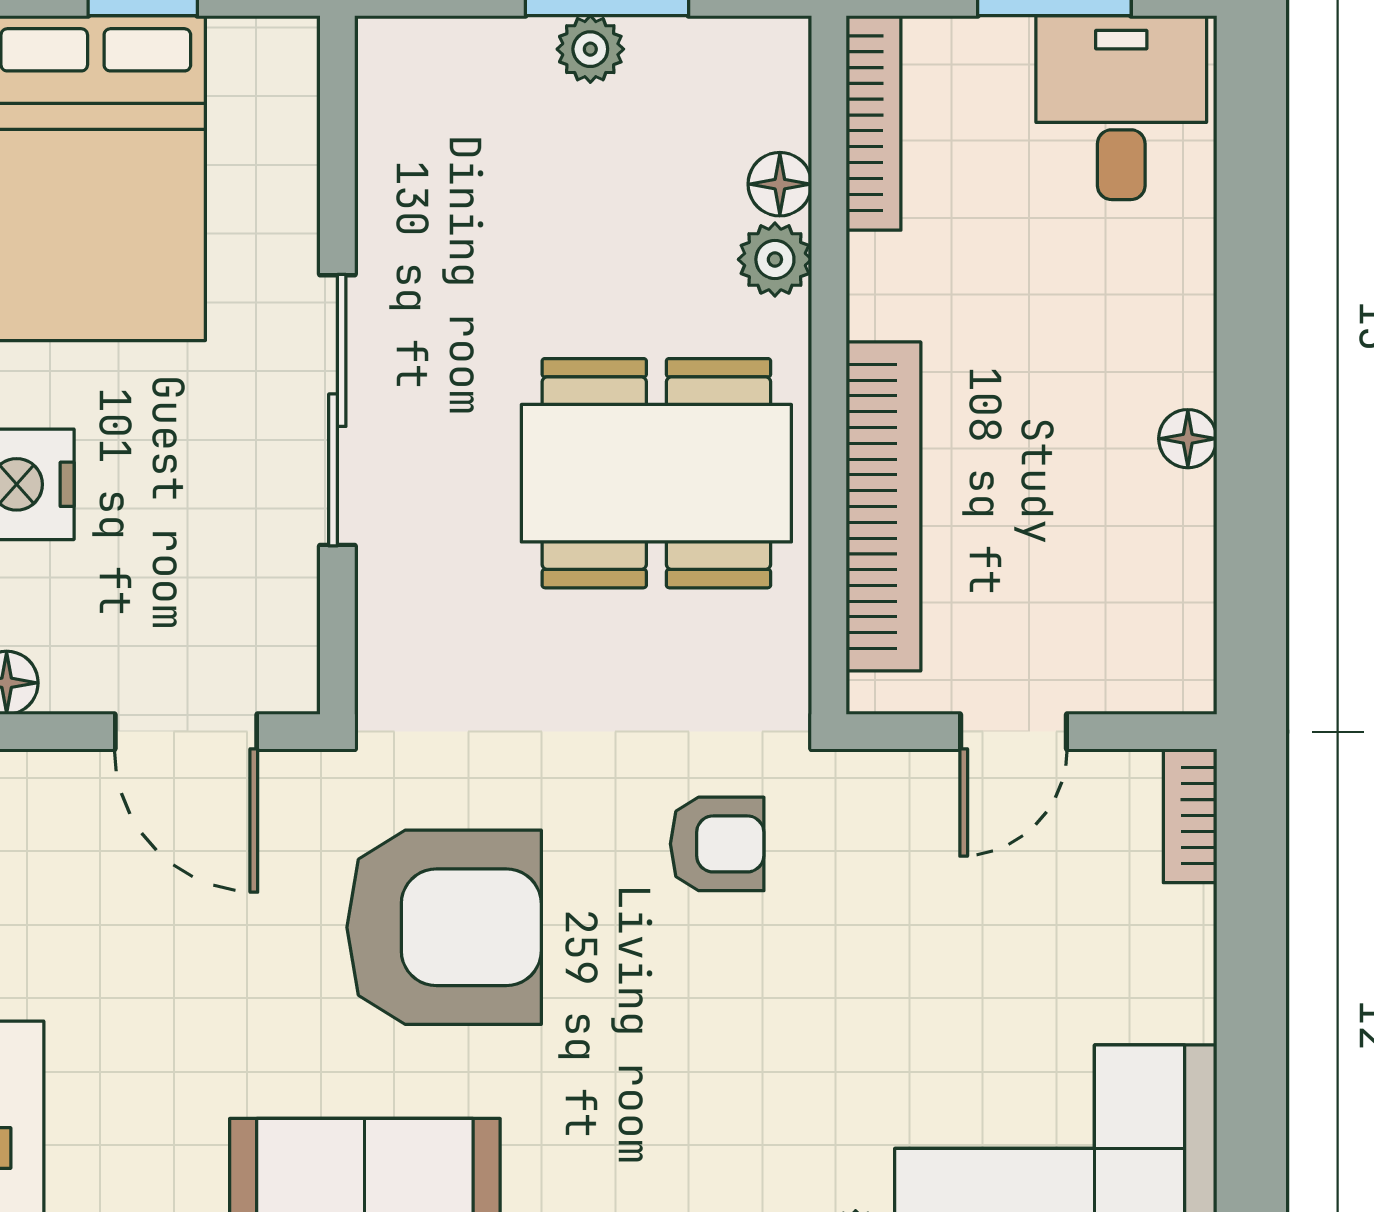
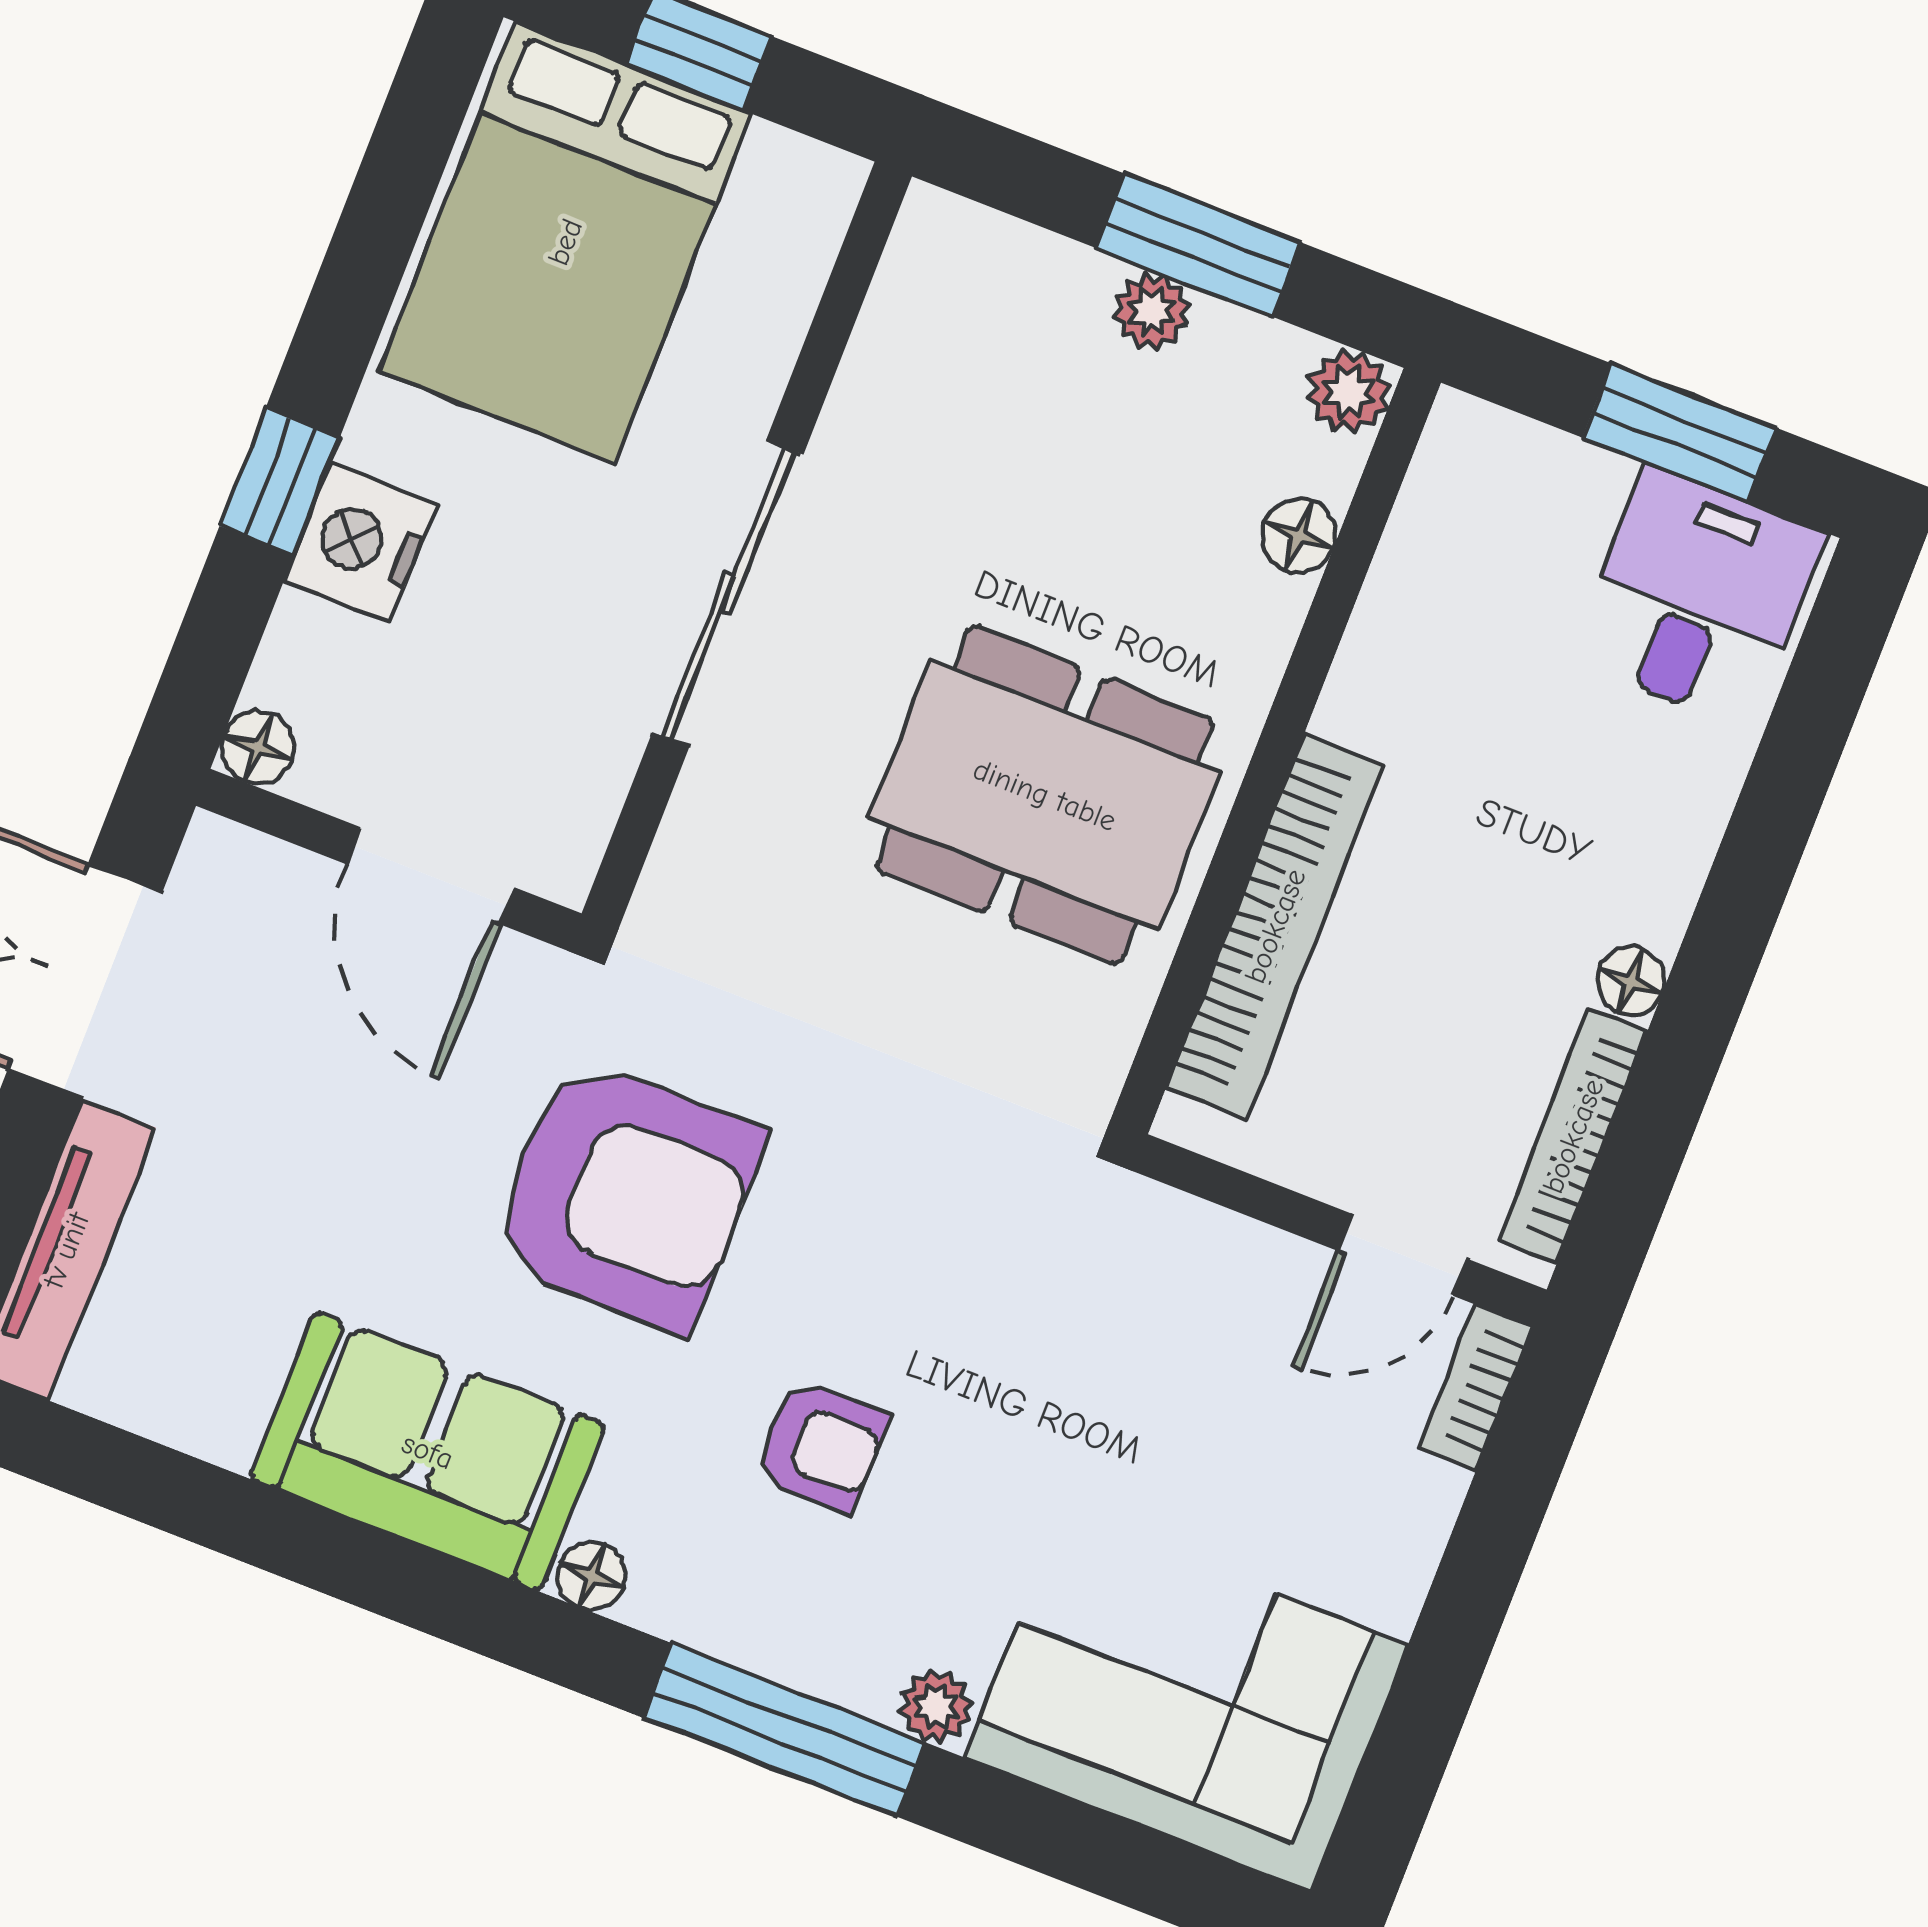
bookcase: (874, 123) -> (1573, 1136), moved, turned 180
plant: (775, 259) -> (1349, 392), moved
door: (1013, 732) -> (1403, 1255), moved
armchair: (717, 844) -> (821, 1446), moved

